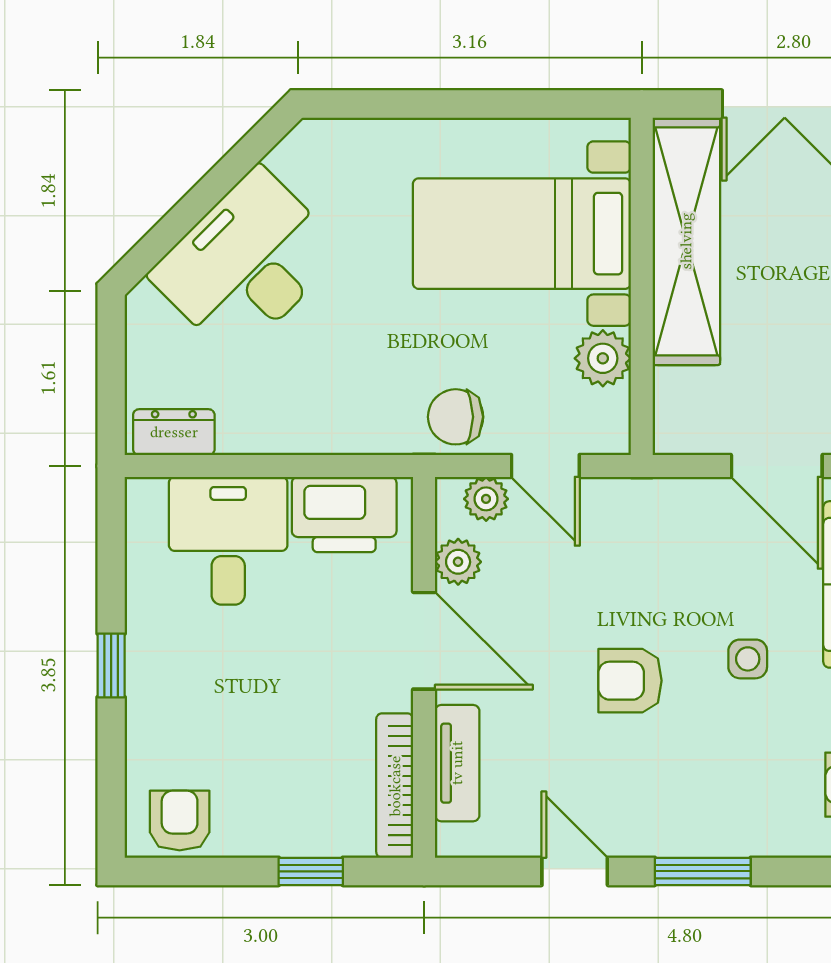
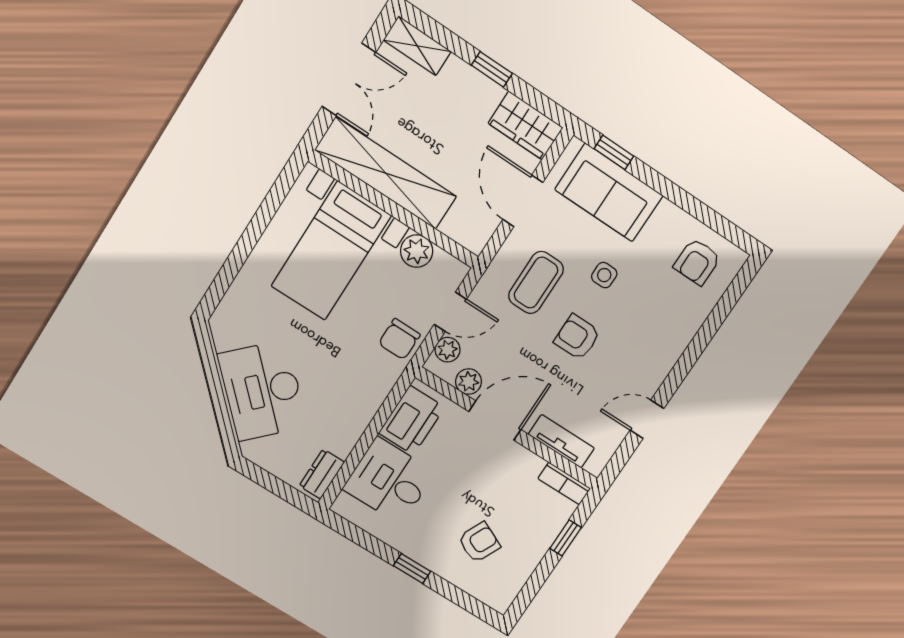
door: (777, 466) -> (523, 201), swing flipped
coffee table: (671, 565) -> (536, 283), added
armchair: (630, 681) -> (577, 337), turned 90
bookcase: (395, 786) -> (564, 483), width x0.64
armchair: (180, 820) -> (479, 542), moved, turned 115
window: (703, 871) -> (687, 360), removed

